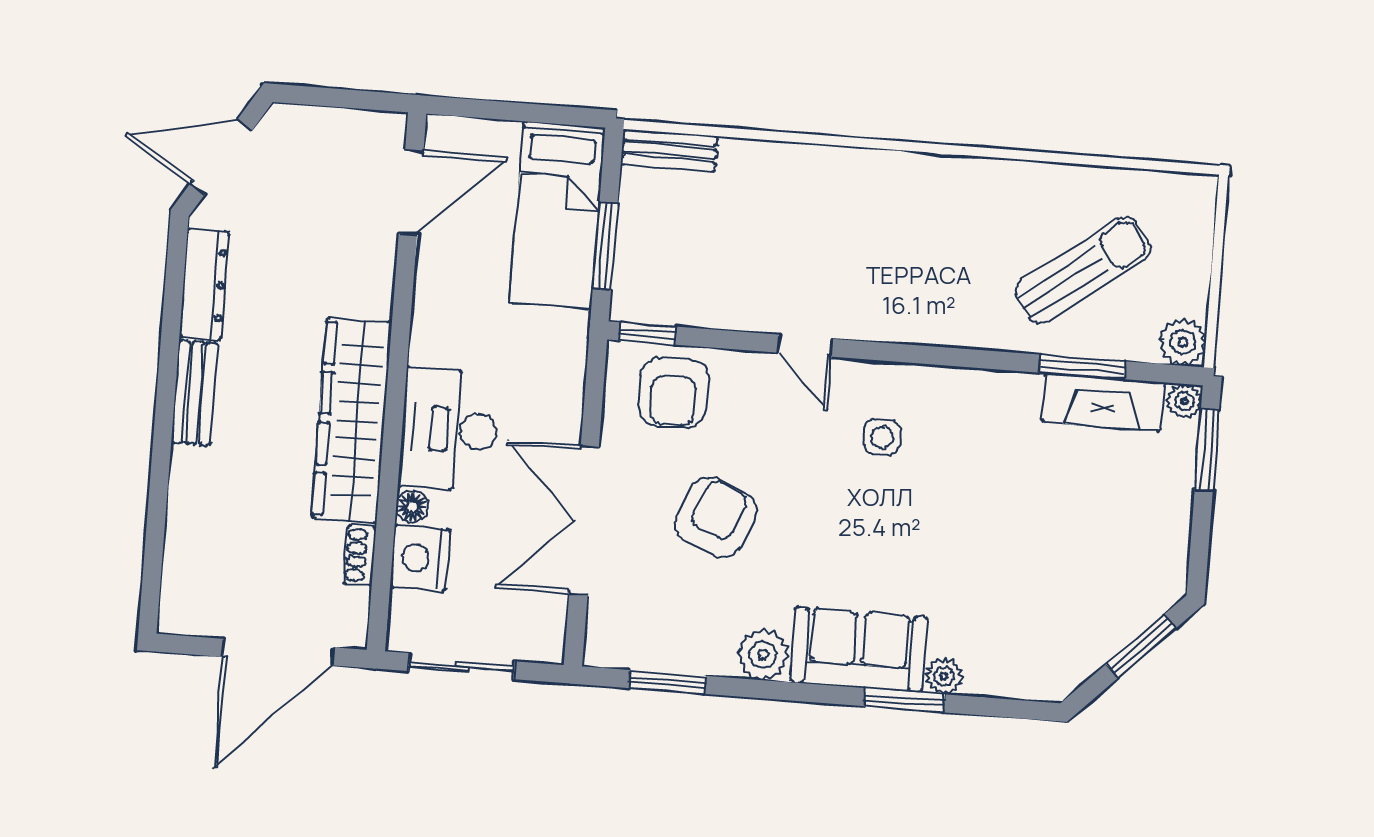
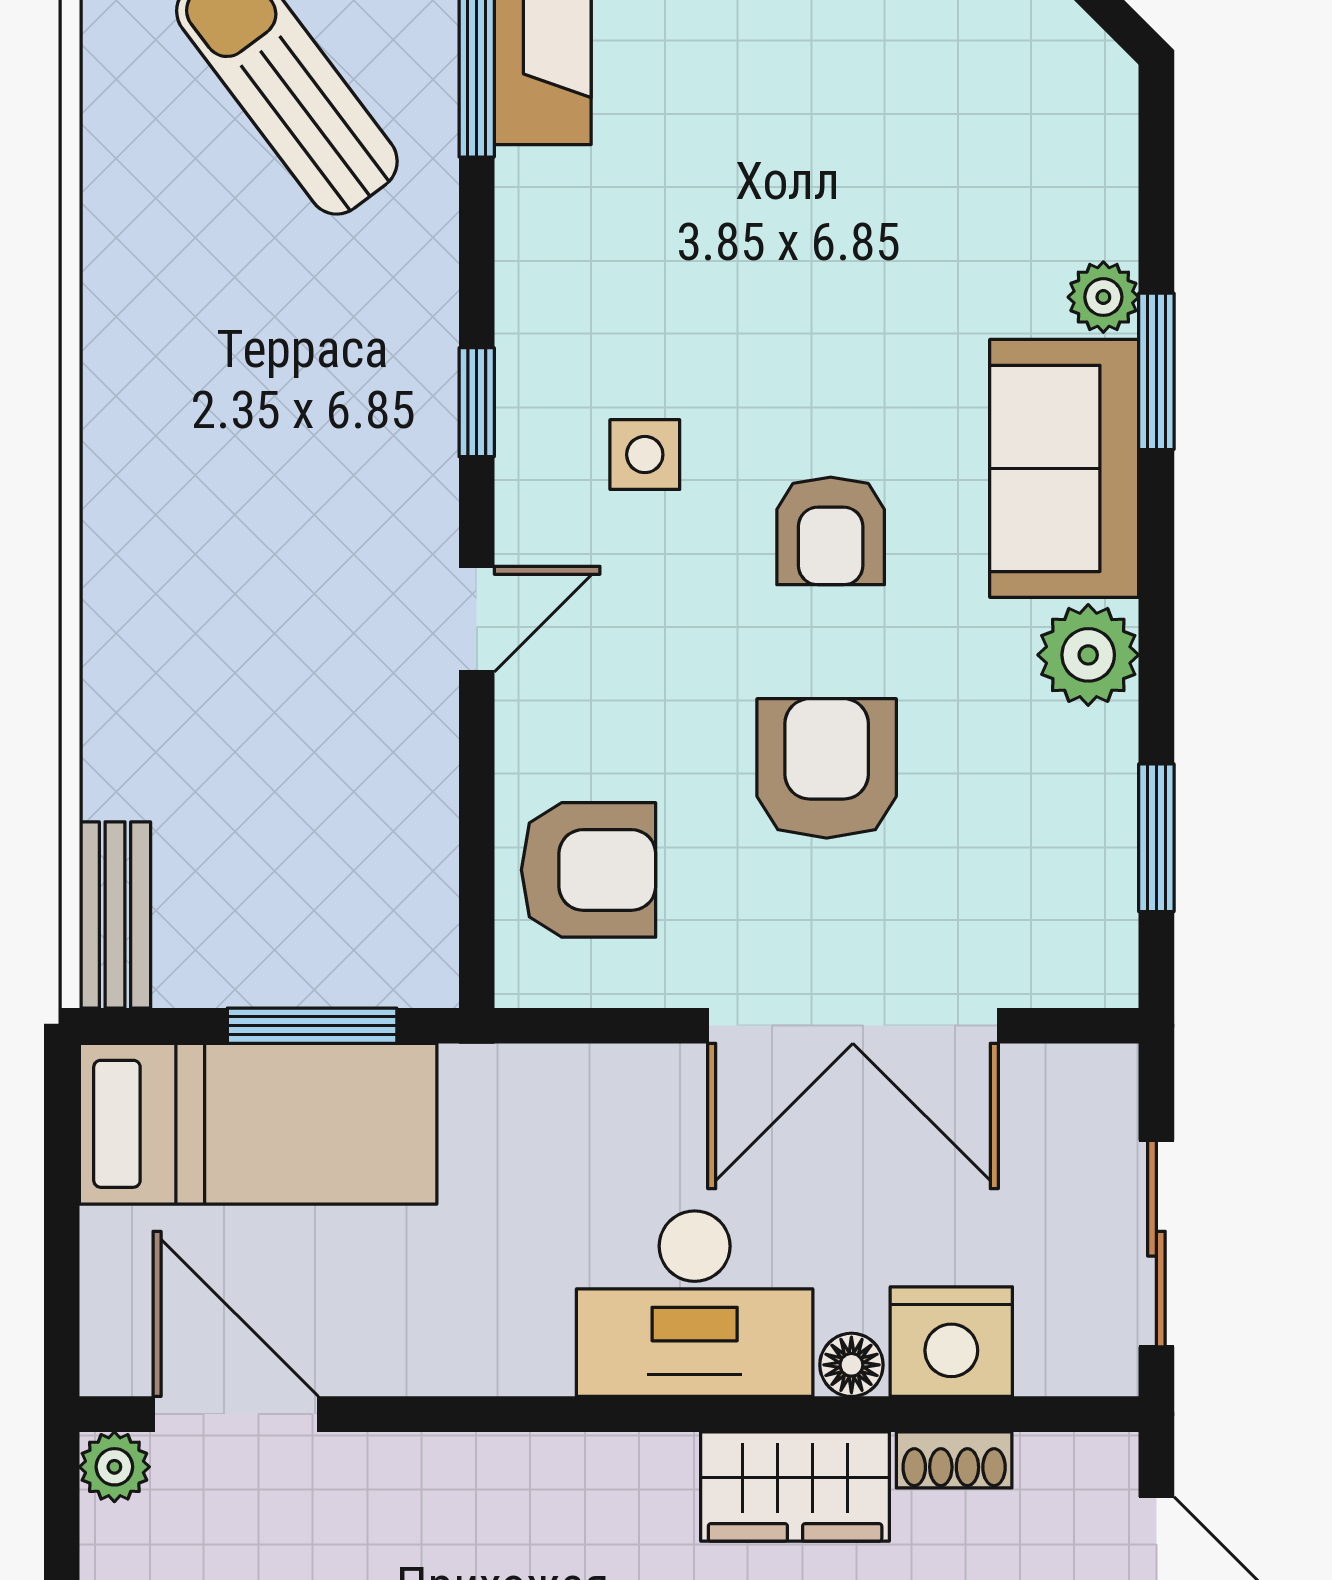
plant: (389, 129) -> (114, 1467), added
window: (648, 334) -> (477, 402), moved
wardrobe: (352, 420) -> (795, 1486), width x0.48, depth x0.85
armchair: (716, 517) -> (827, 768), turned 66
armchair: (836, 529) -> (831, 531), added

